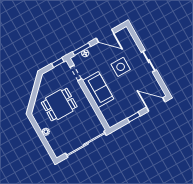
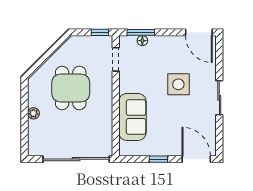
door: (105, 36) -> (199, 32), moved
sofa: (98, 90) -> (132, 117), moved
dining table: (59, 105) -> (71, 88), turned 90

